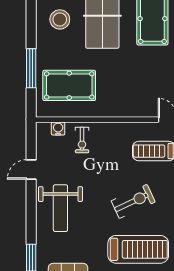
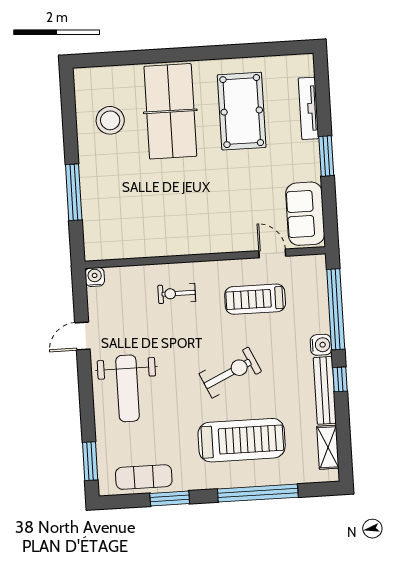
pool table: (69, 85) -> (129, 213), removed
water cooler: (58, 129) -> (95, 277), moved
exercise bike: (82, 140) -> (177, 293), moved, turned 90

